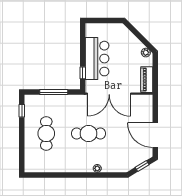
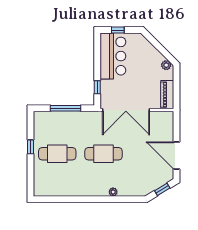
window: (102, 21) -> (118, 30), added
bar counter: (97, 59) -> (113, 56), moved
window: (22, 111) -> (30, 147), moved
cafe table: (46, 133) -> (57, 154), turned 90

